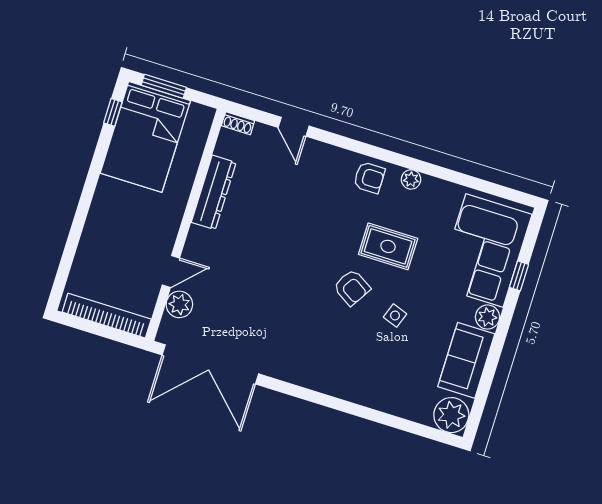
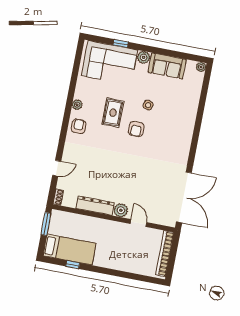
window: (164, 86) -> (46, 224), moved
window: (113, 112) -> (73, 265), moved
bed: (145, 137) -> (69, 250), width x0.67
armchair: (352, 288) -> (136, 129), turned 148
plant: (179, 304) -> (121, 210), moved
plant: (451, 415) -> (201, 67), width x0.53, depth x0.53

